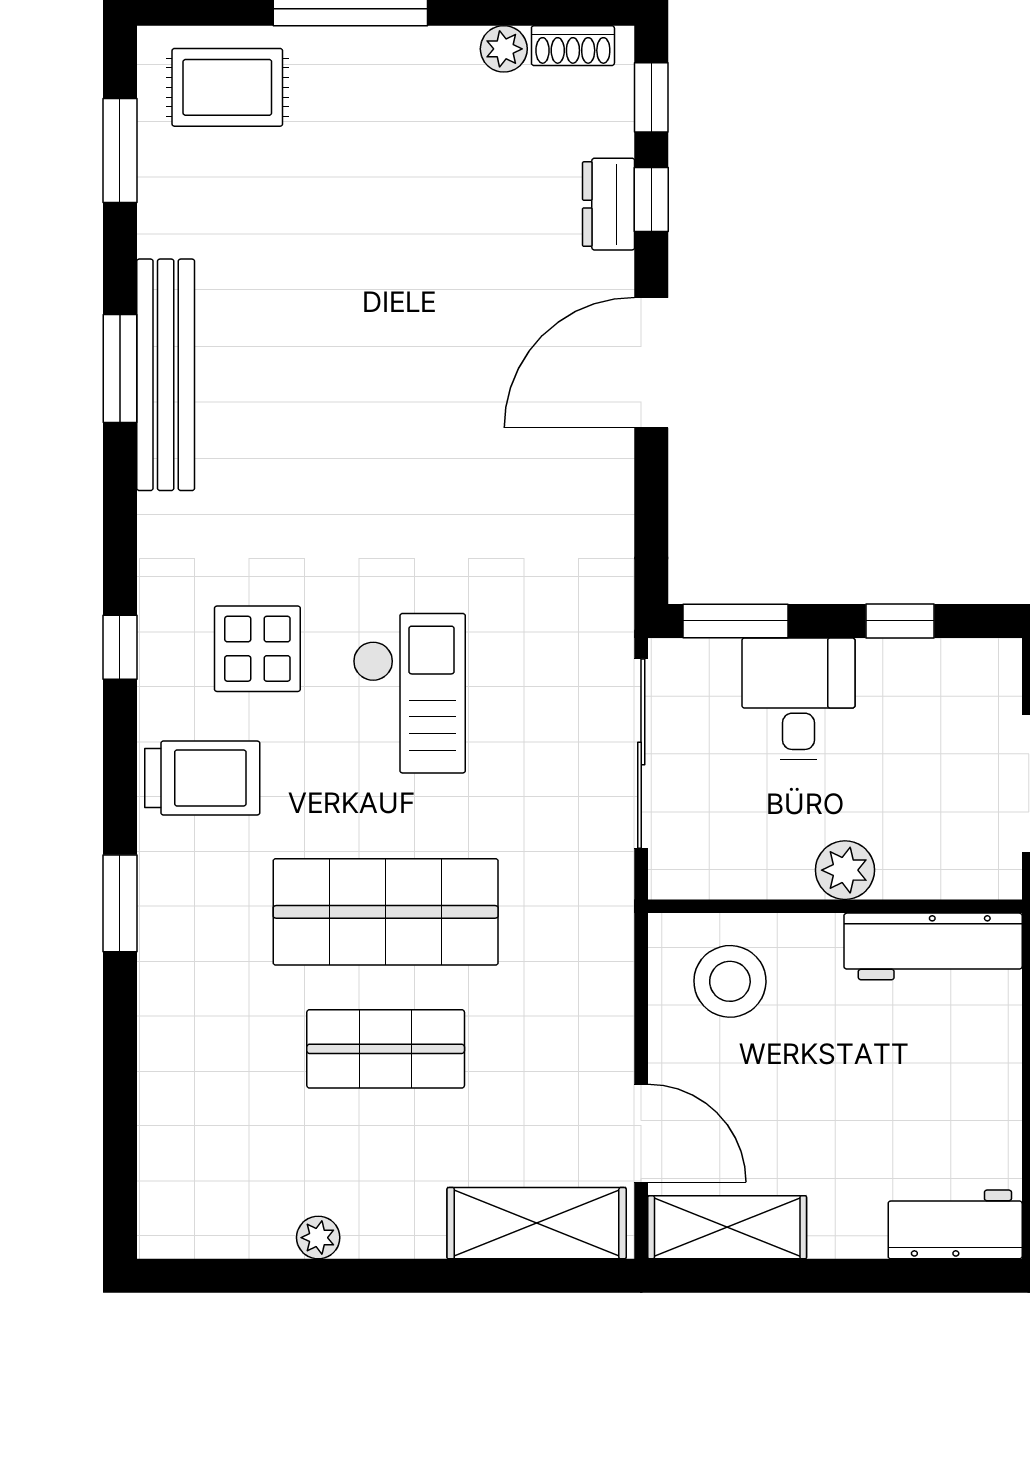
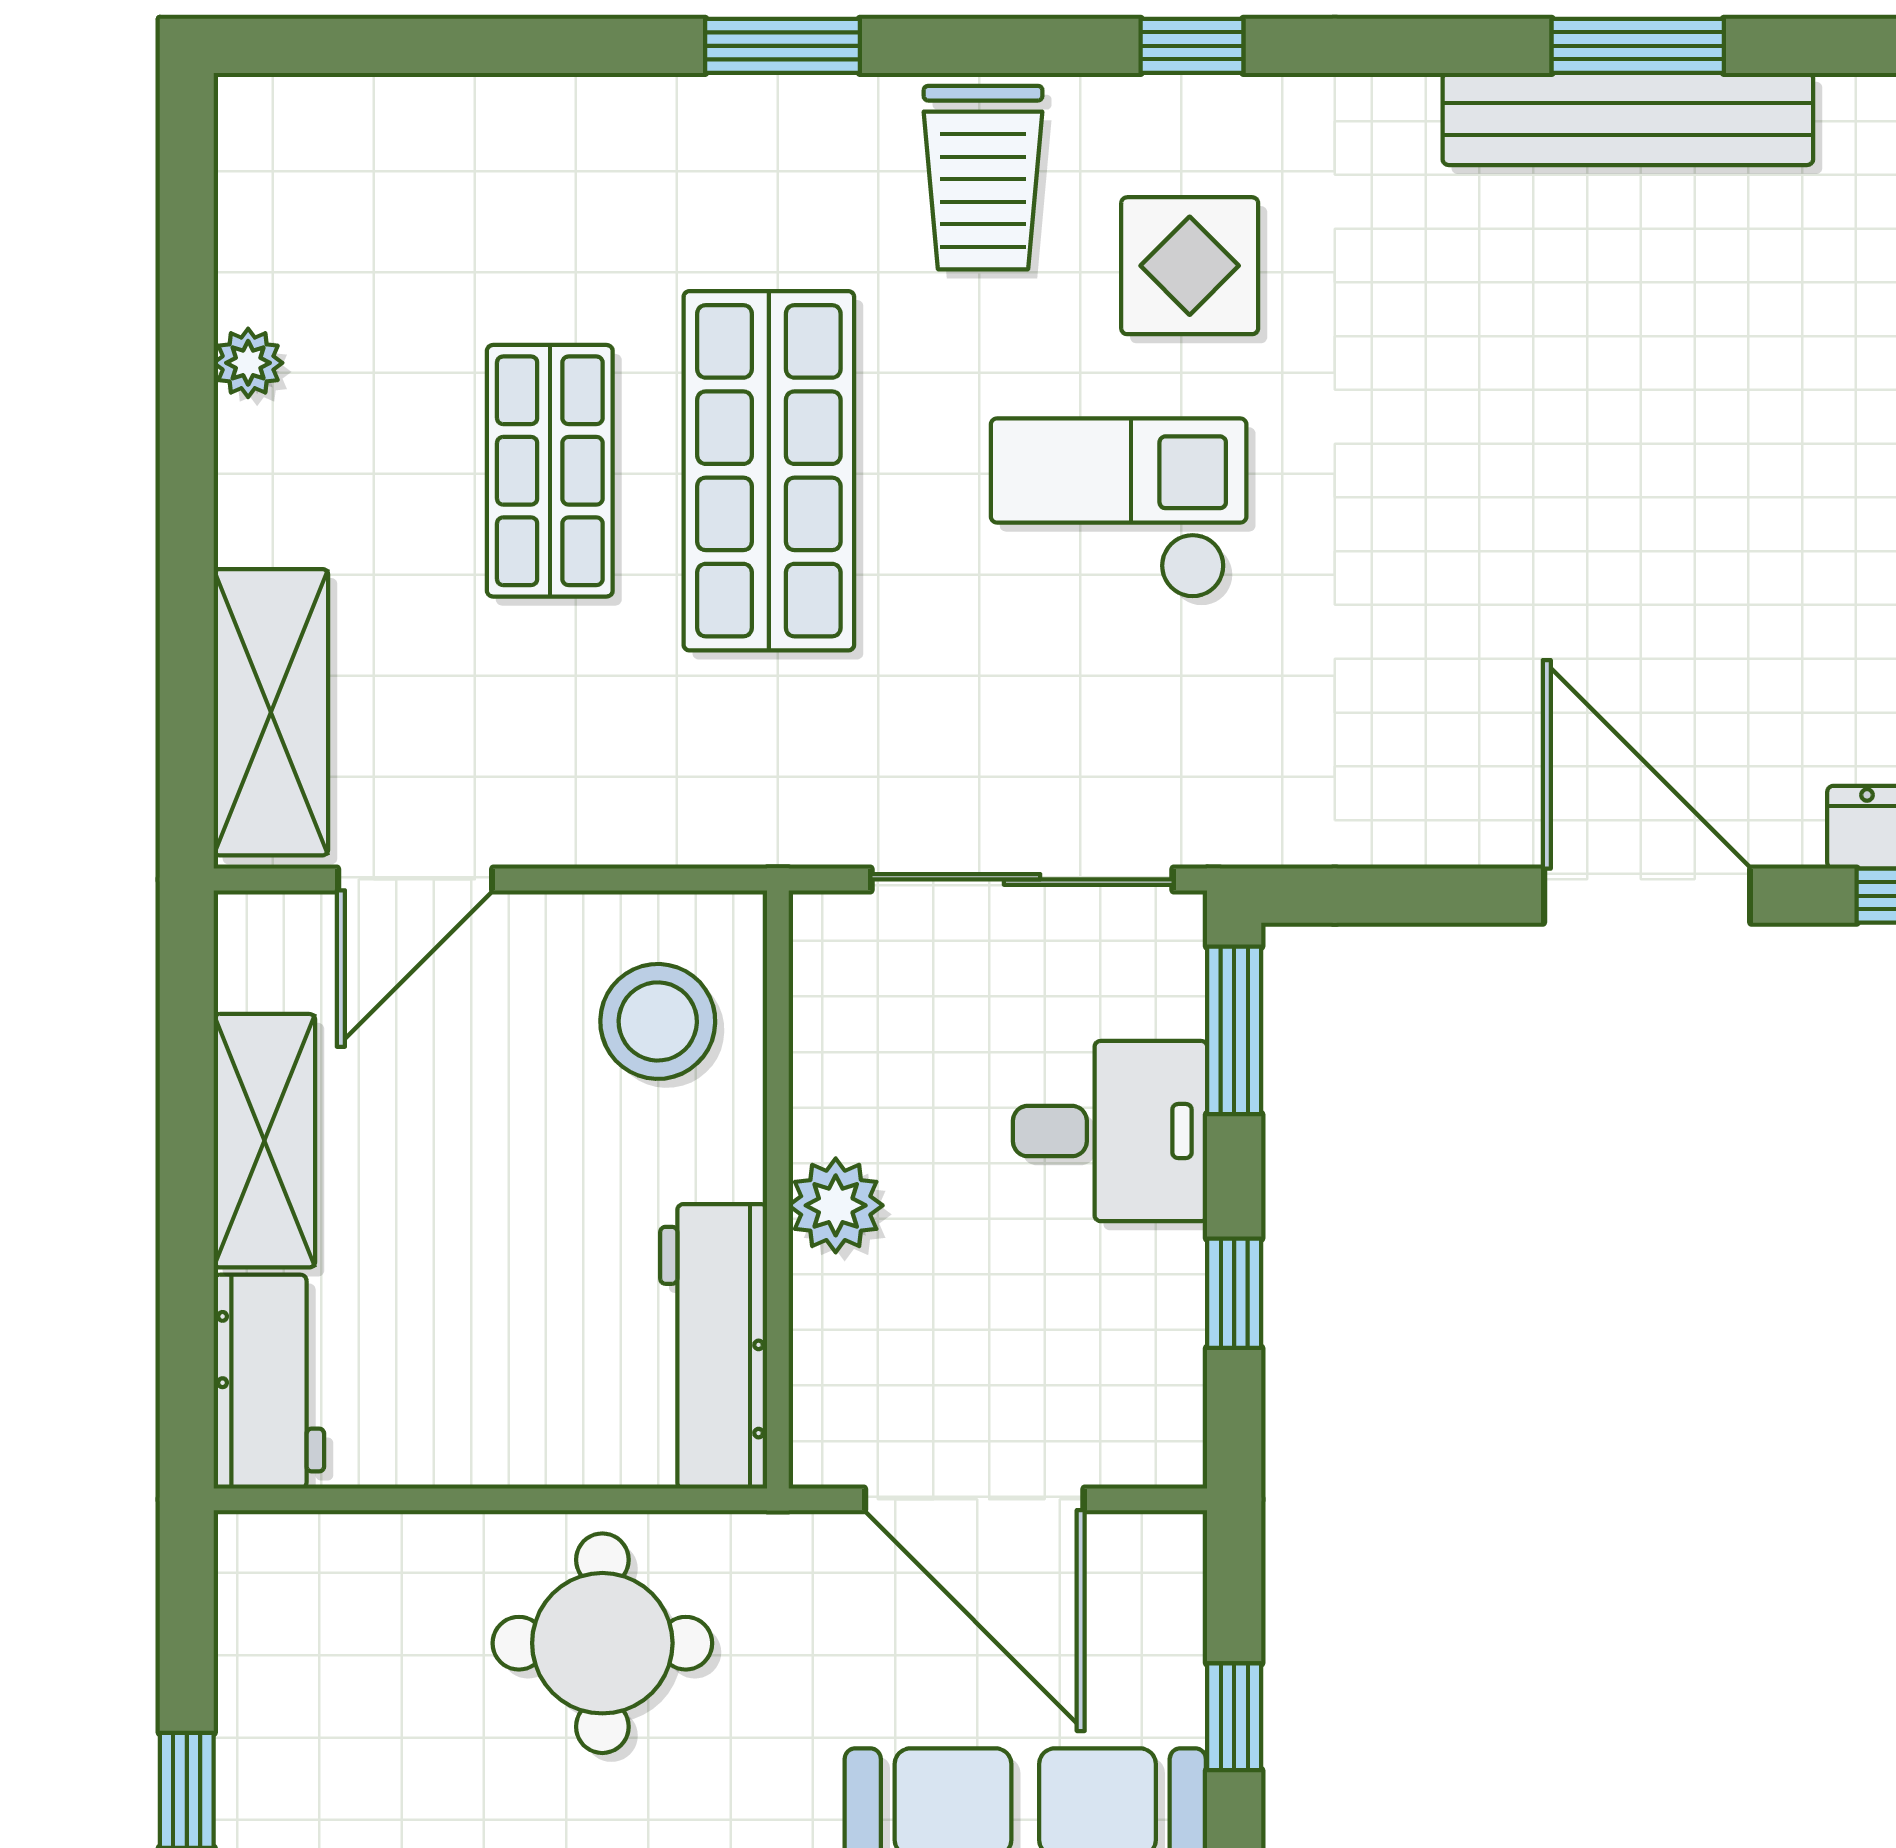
checkout: (409, 693) -> (1119, 508), turned 180
shelving: (727, 1227) -> (264, 1141), moved

